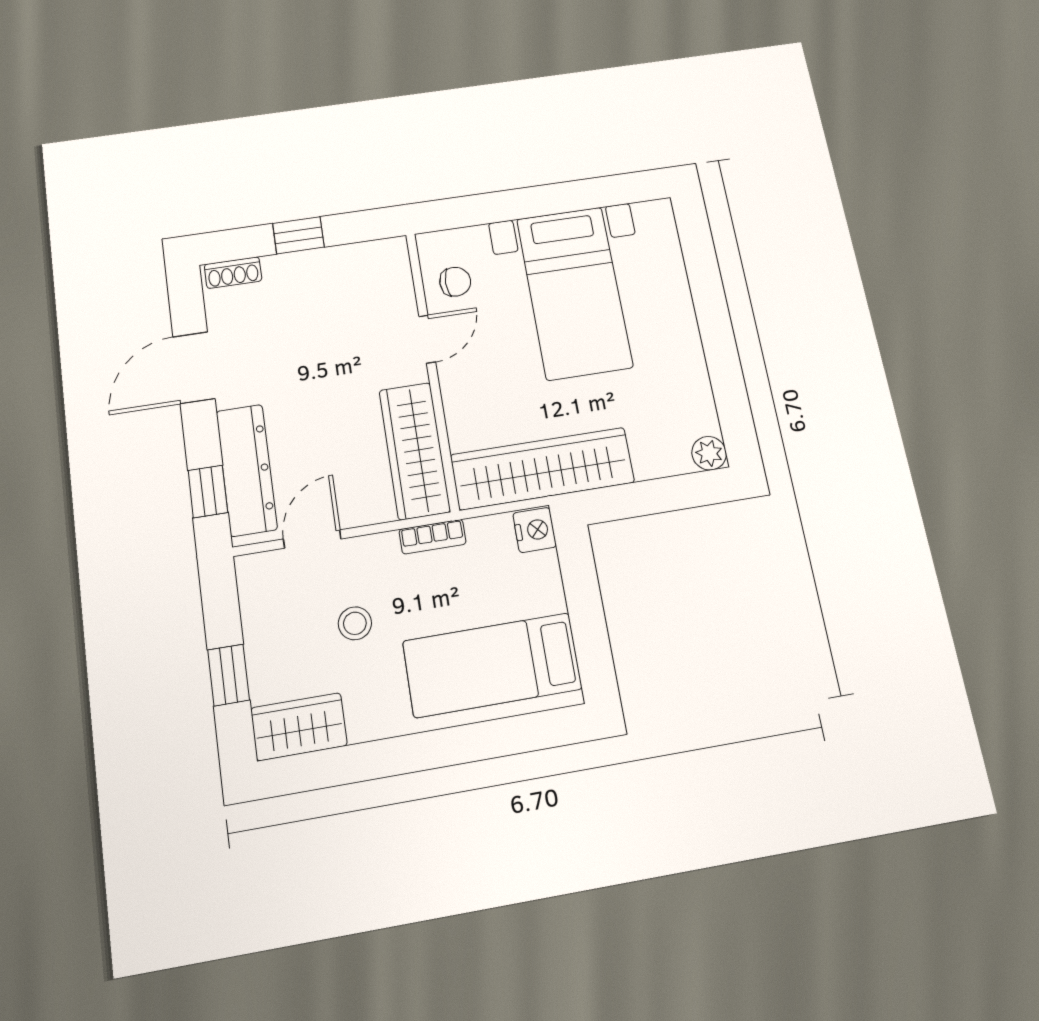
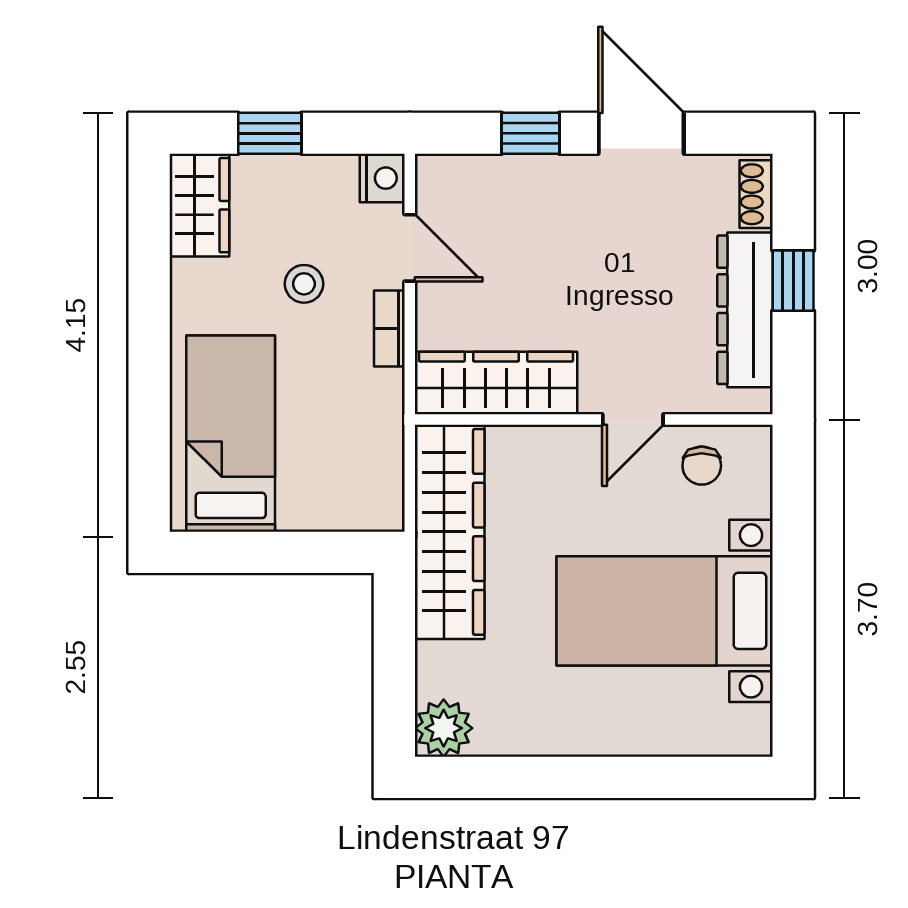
door: (427, 339) -> (633, 420), hinge flipped
plant: (709, 453) -> (444, 728), width x1.38, depth x1.38
dresser: (246, 470) -> (745, 310), moved, turned 90
window: (208, 491) -> (531, 133), moved
nightstand: (535, 530) -> (382, 178), moved, turned -90
bookcase: (433, 537) -> (389, 328), moved

